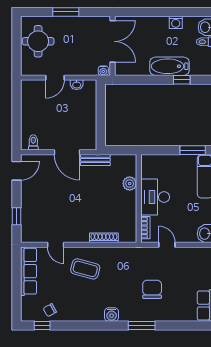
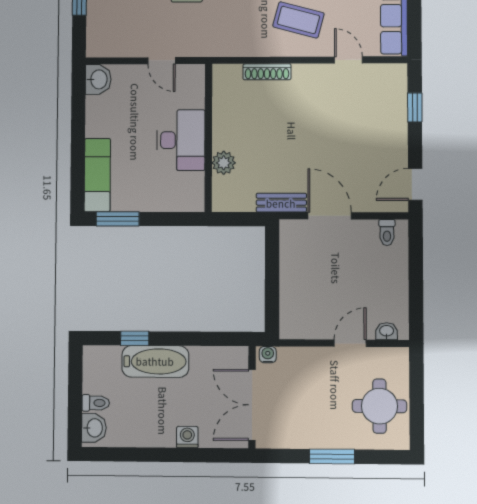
washing machine: (176, 22) -> (187, 437), moved
washbasin: (77, 85) -> (387, 331), moved
bookcase: (145, 228) -> (198, 89), removed

